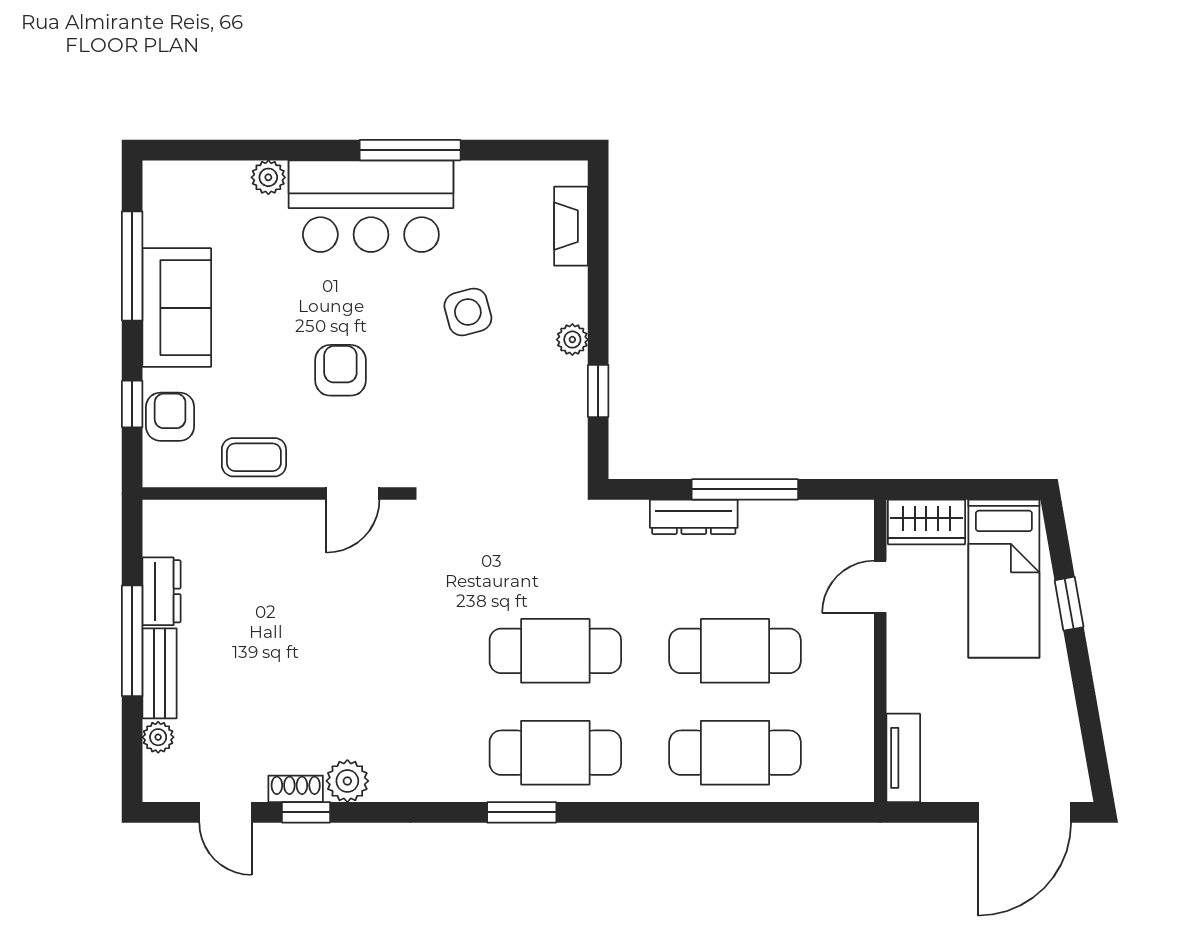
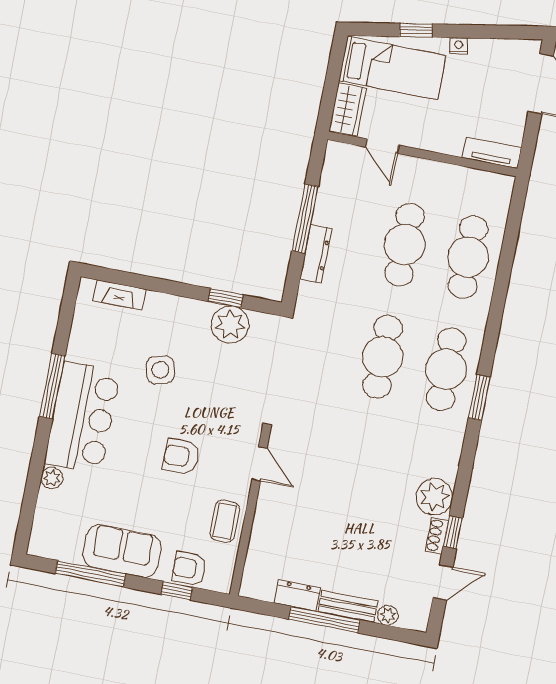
plant: (572, 340) -> (230, 325), moved, width x1.88, depth x1.88
nightstand: (1058, 674) -> (459, 46), added
plant: (347, 781) -> (434, 497), width x1.36, depth x1.36

